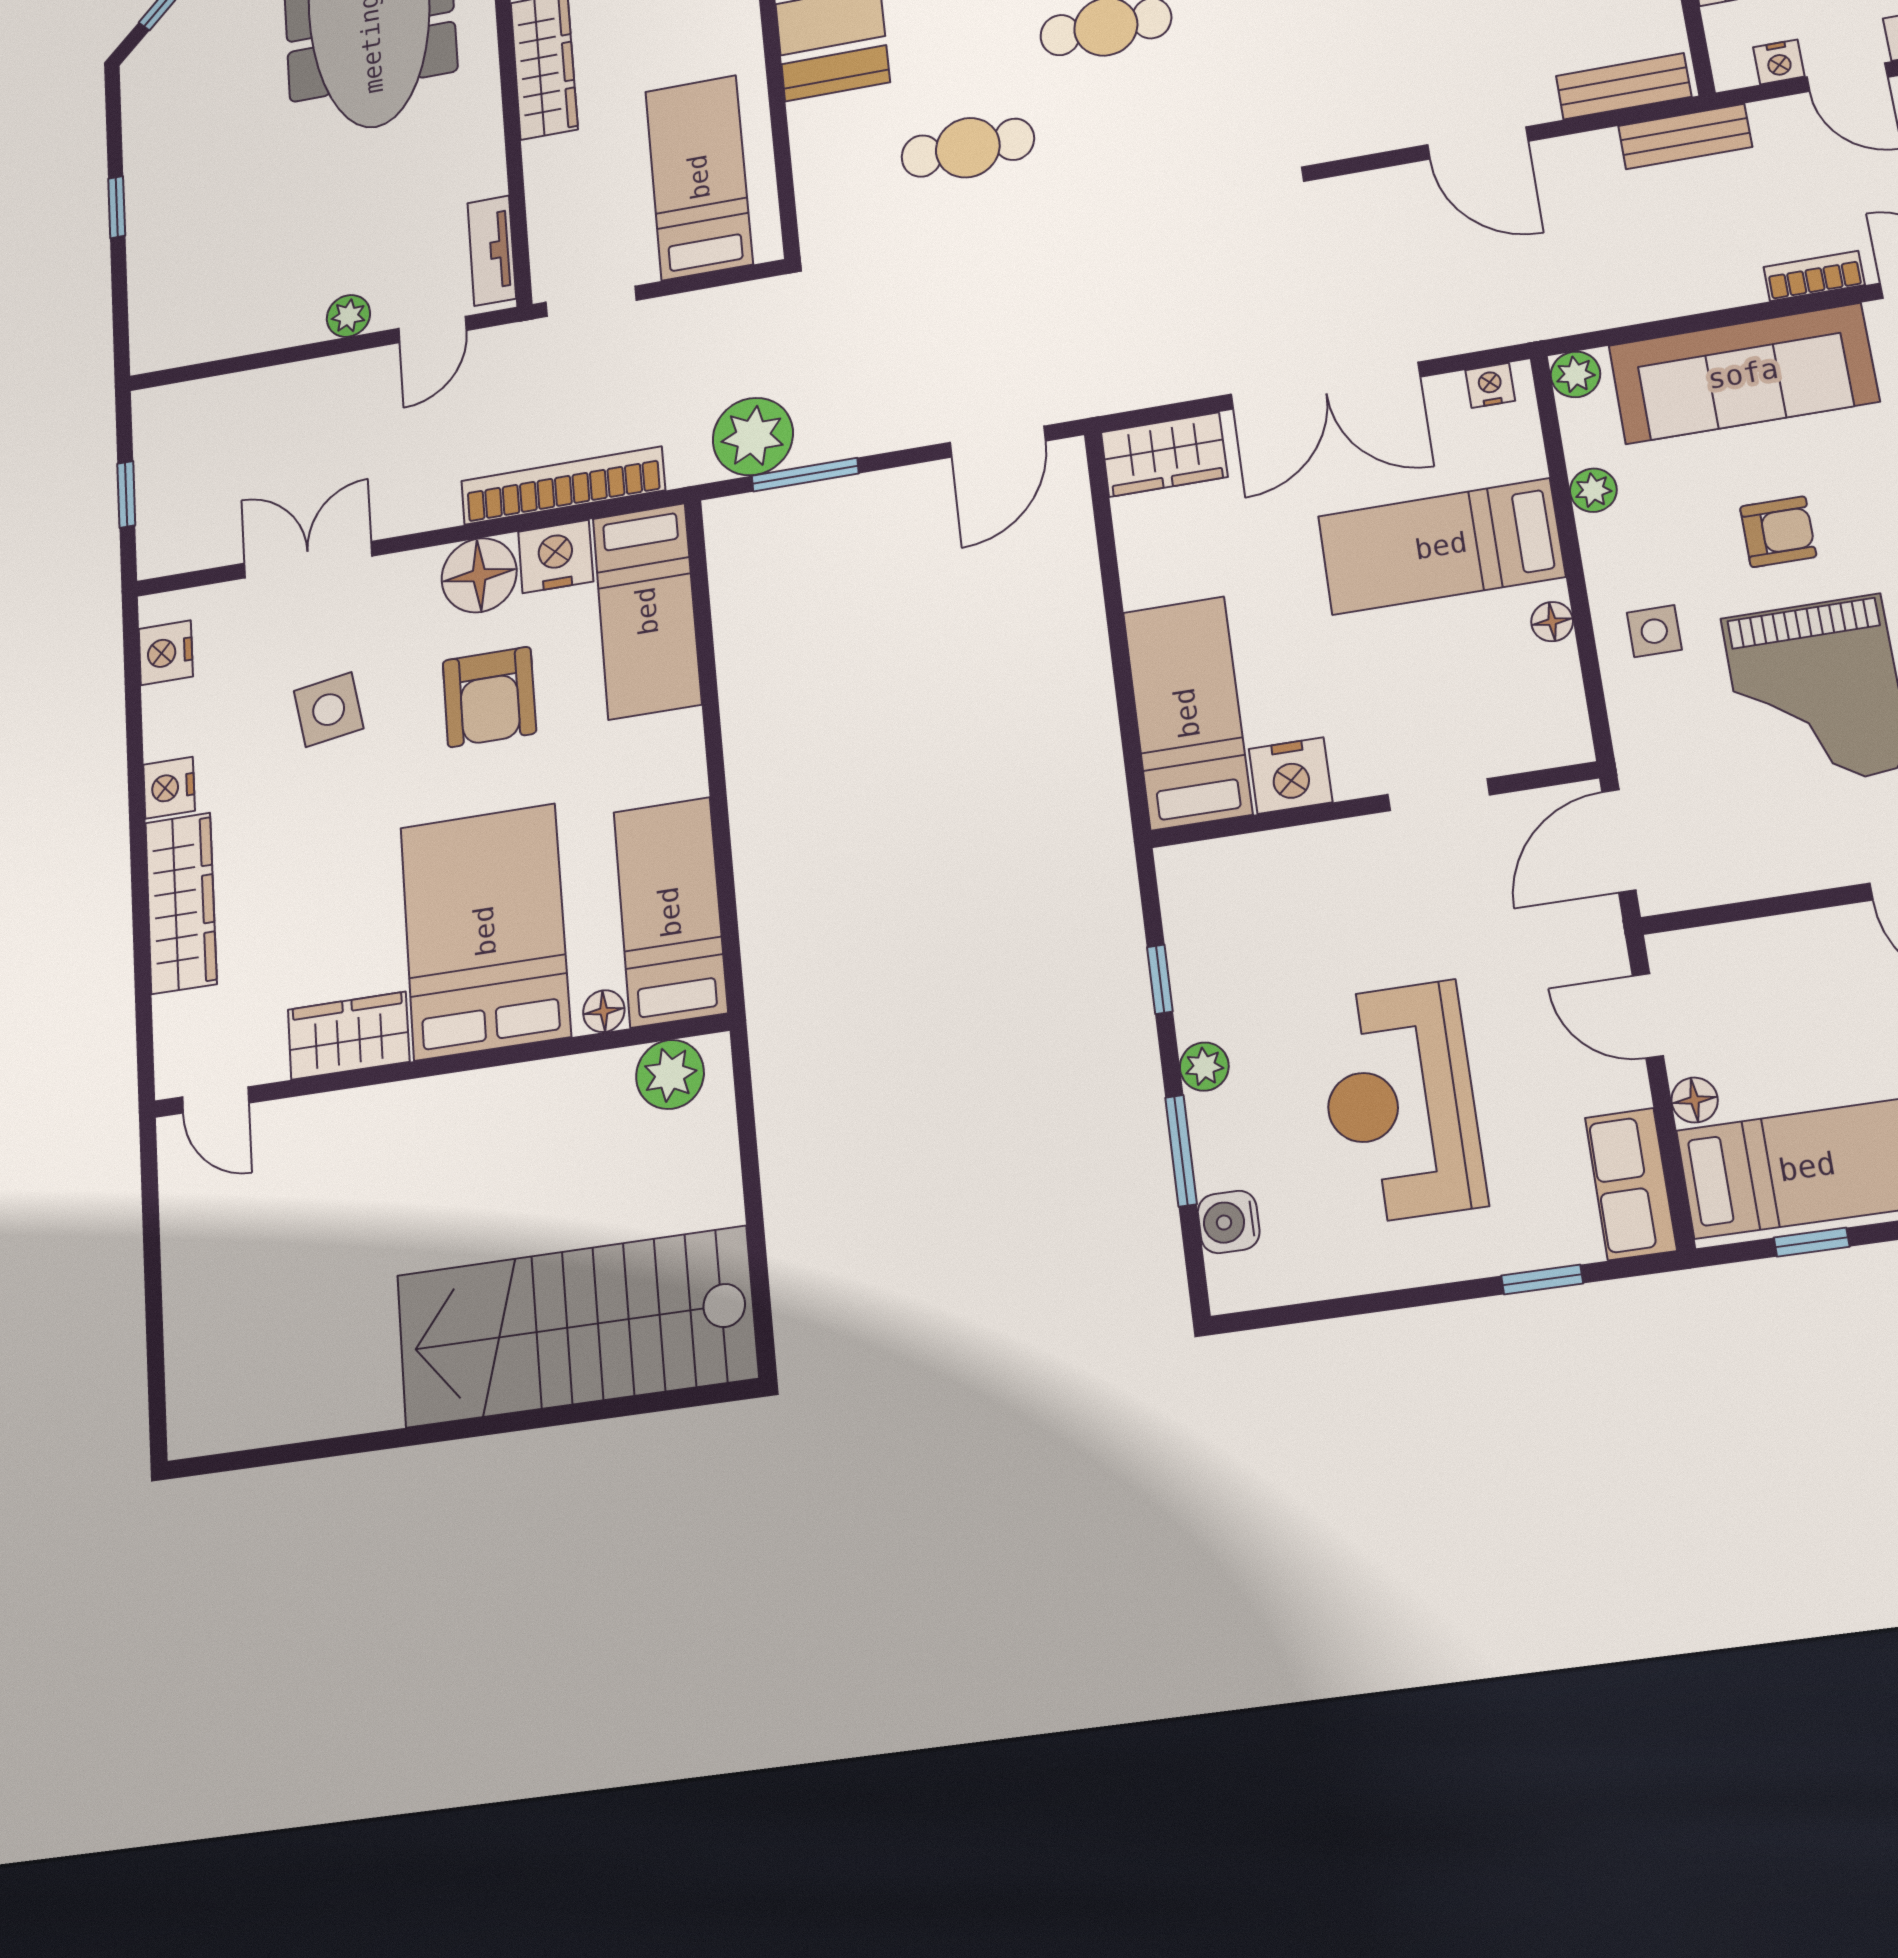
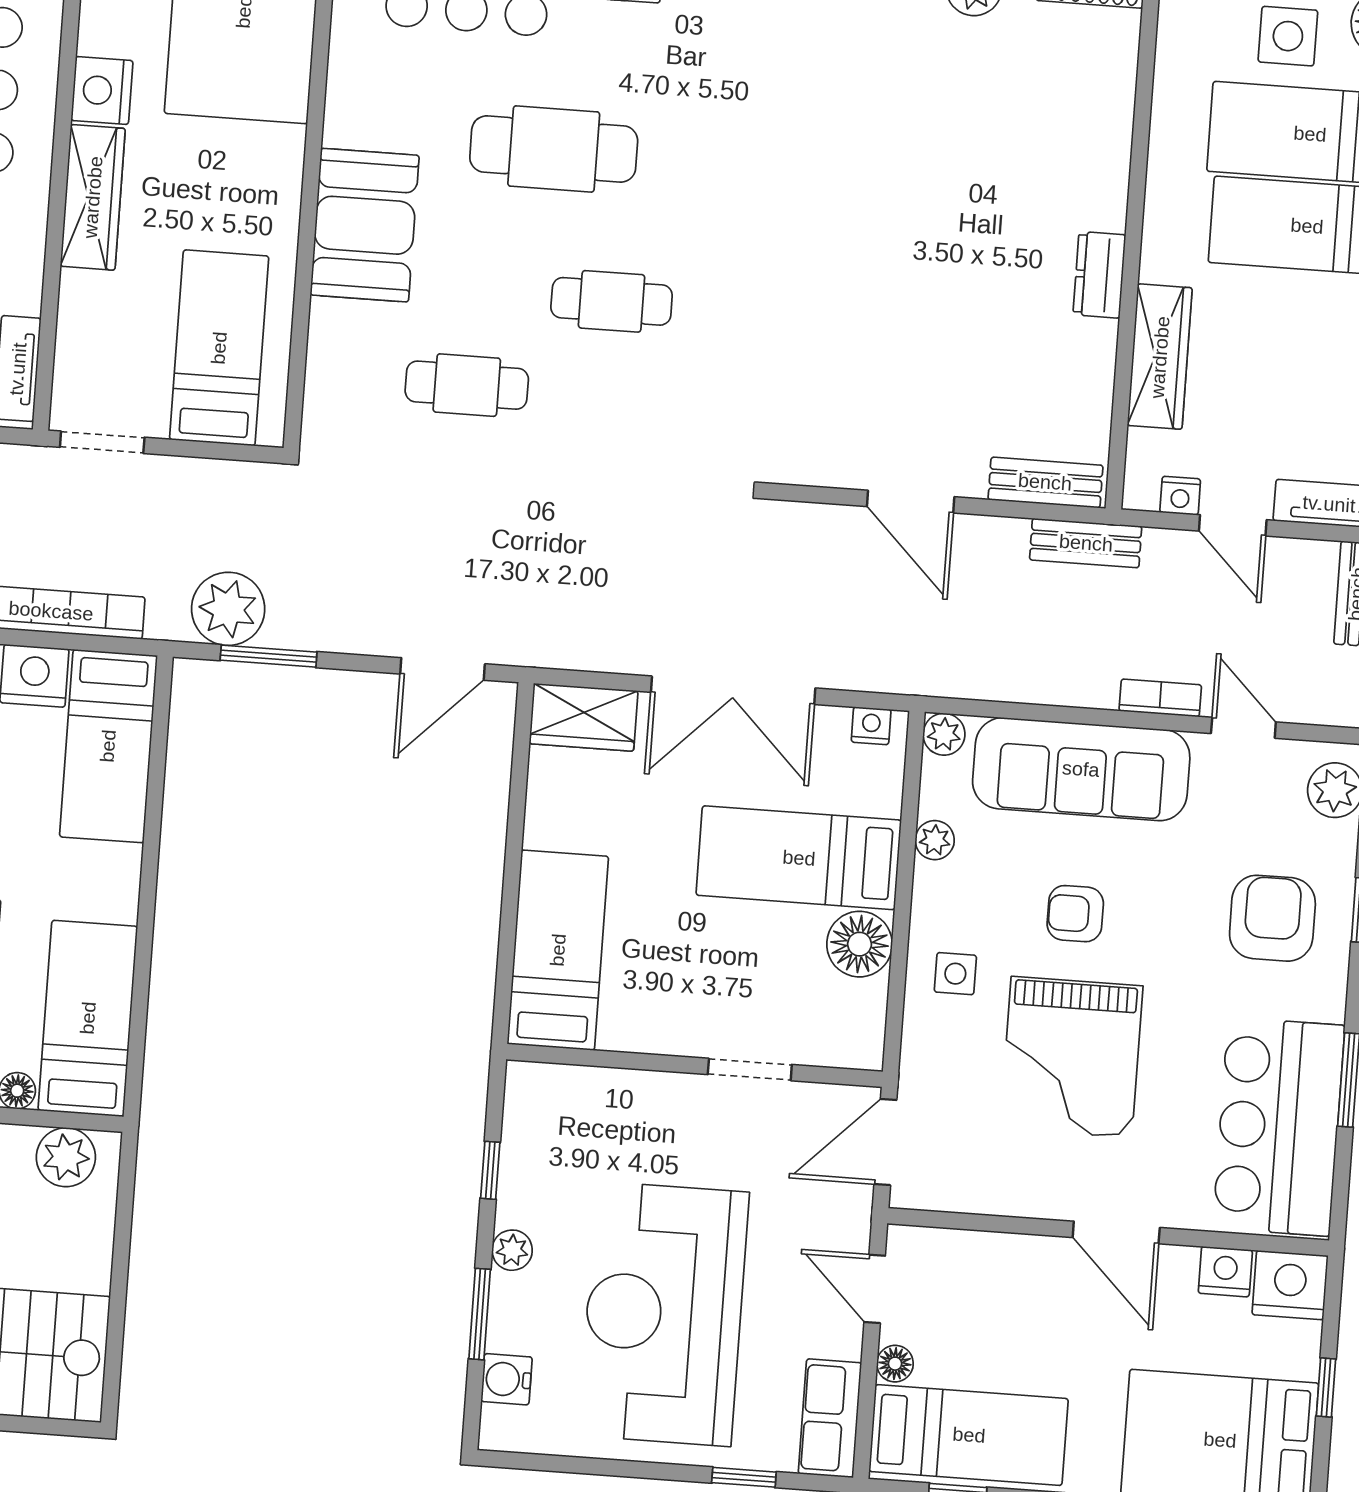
armchair: (1778, 532) -> (1075, 914), turned 180
floor lamp: (1552, 622) -> (860, 944), width x1.89, depth x1.89
nightstand: (1291, 776) -> (632, 1025), removed
reception desk: (1400, 1102) -> (664, 1314), width x1.36, depth x1.30

